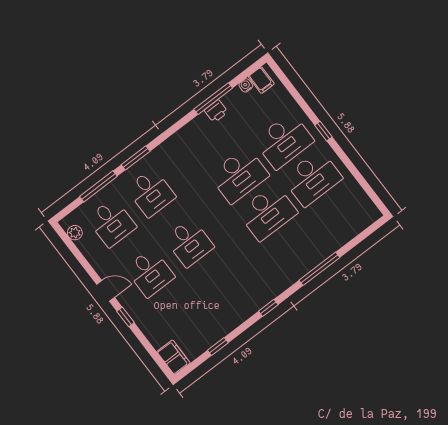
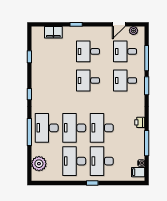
printer: (216, 111) -> (140, 122), moved
plant: (352, 223) -> (39, 164), added
desk: (296, 250) -> (47, 128), added
door: (106, 291) -> (119, 24), moved
filing cabinet: (173, 357) -> (53, 32), moved

